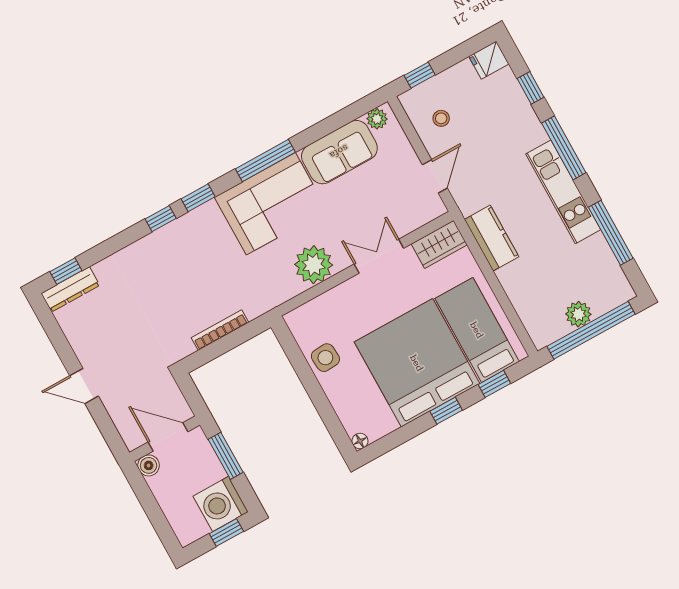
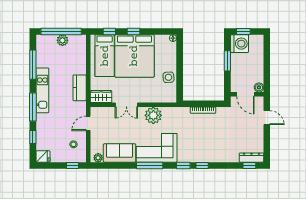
door: (168, 437) -> (245, 94), moved
wall: (165, 439) -> (247, 94), moved
boiler: (149, 465) -> (259, 87), moved

